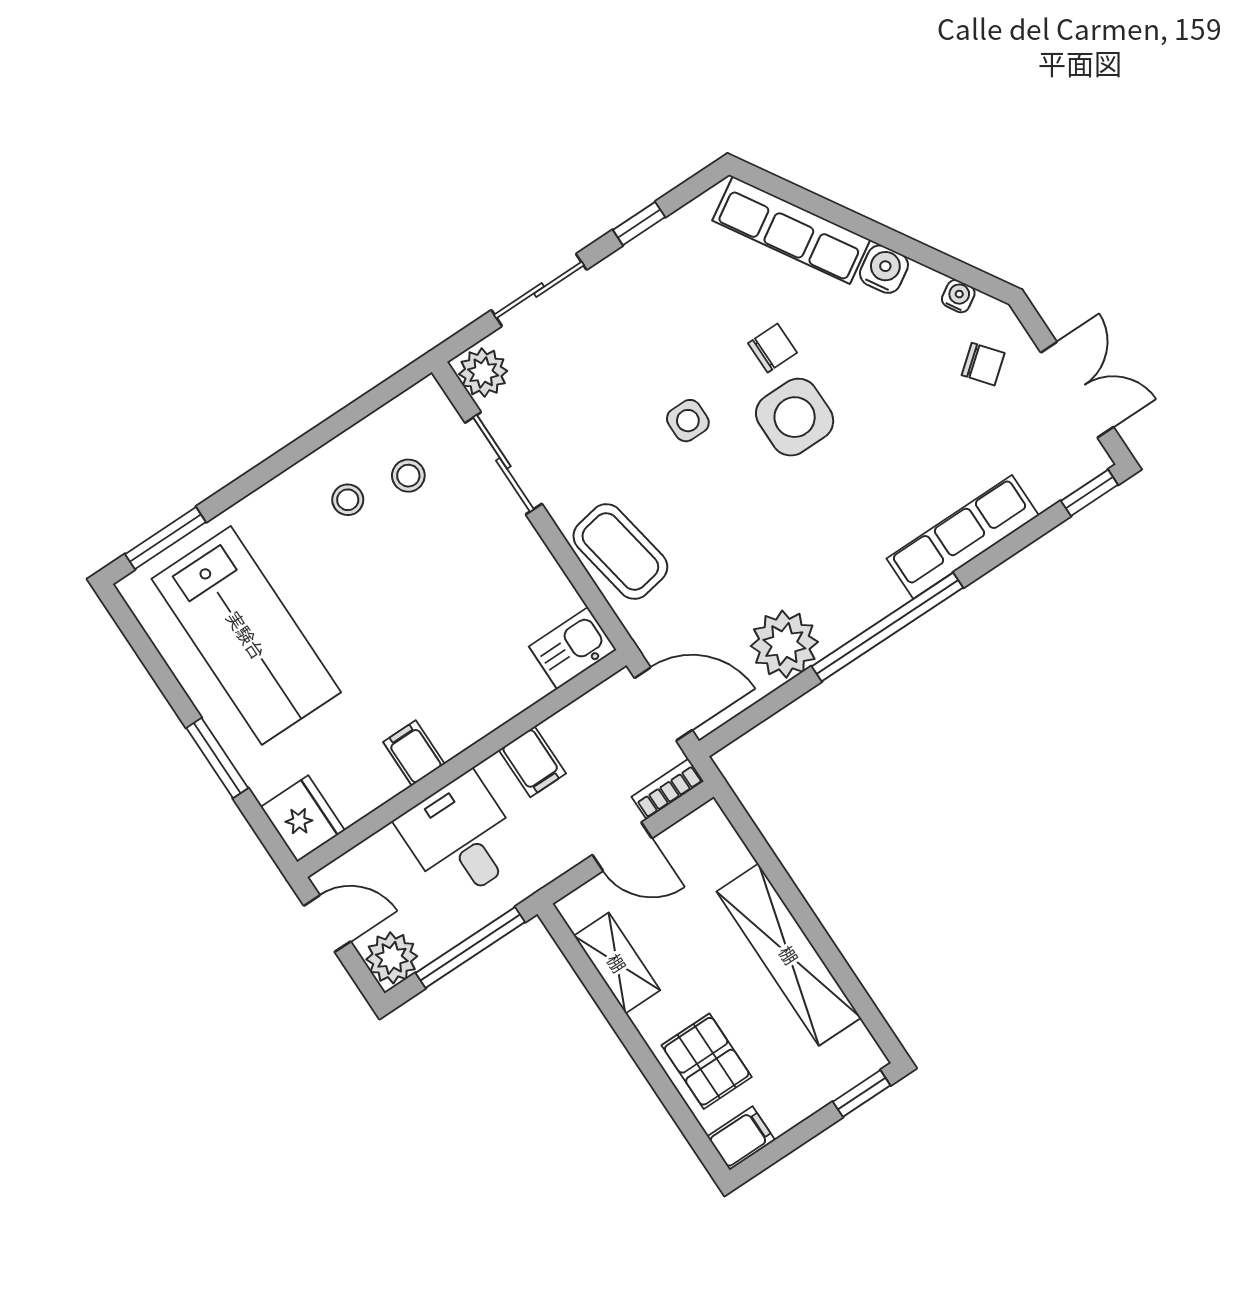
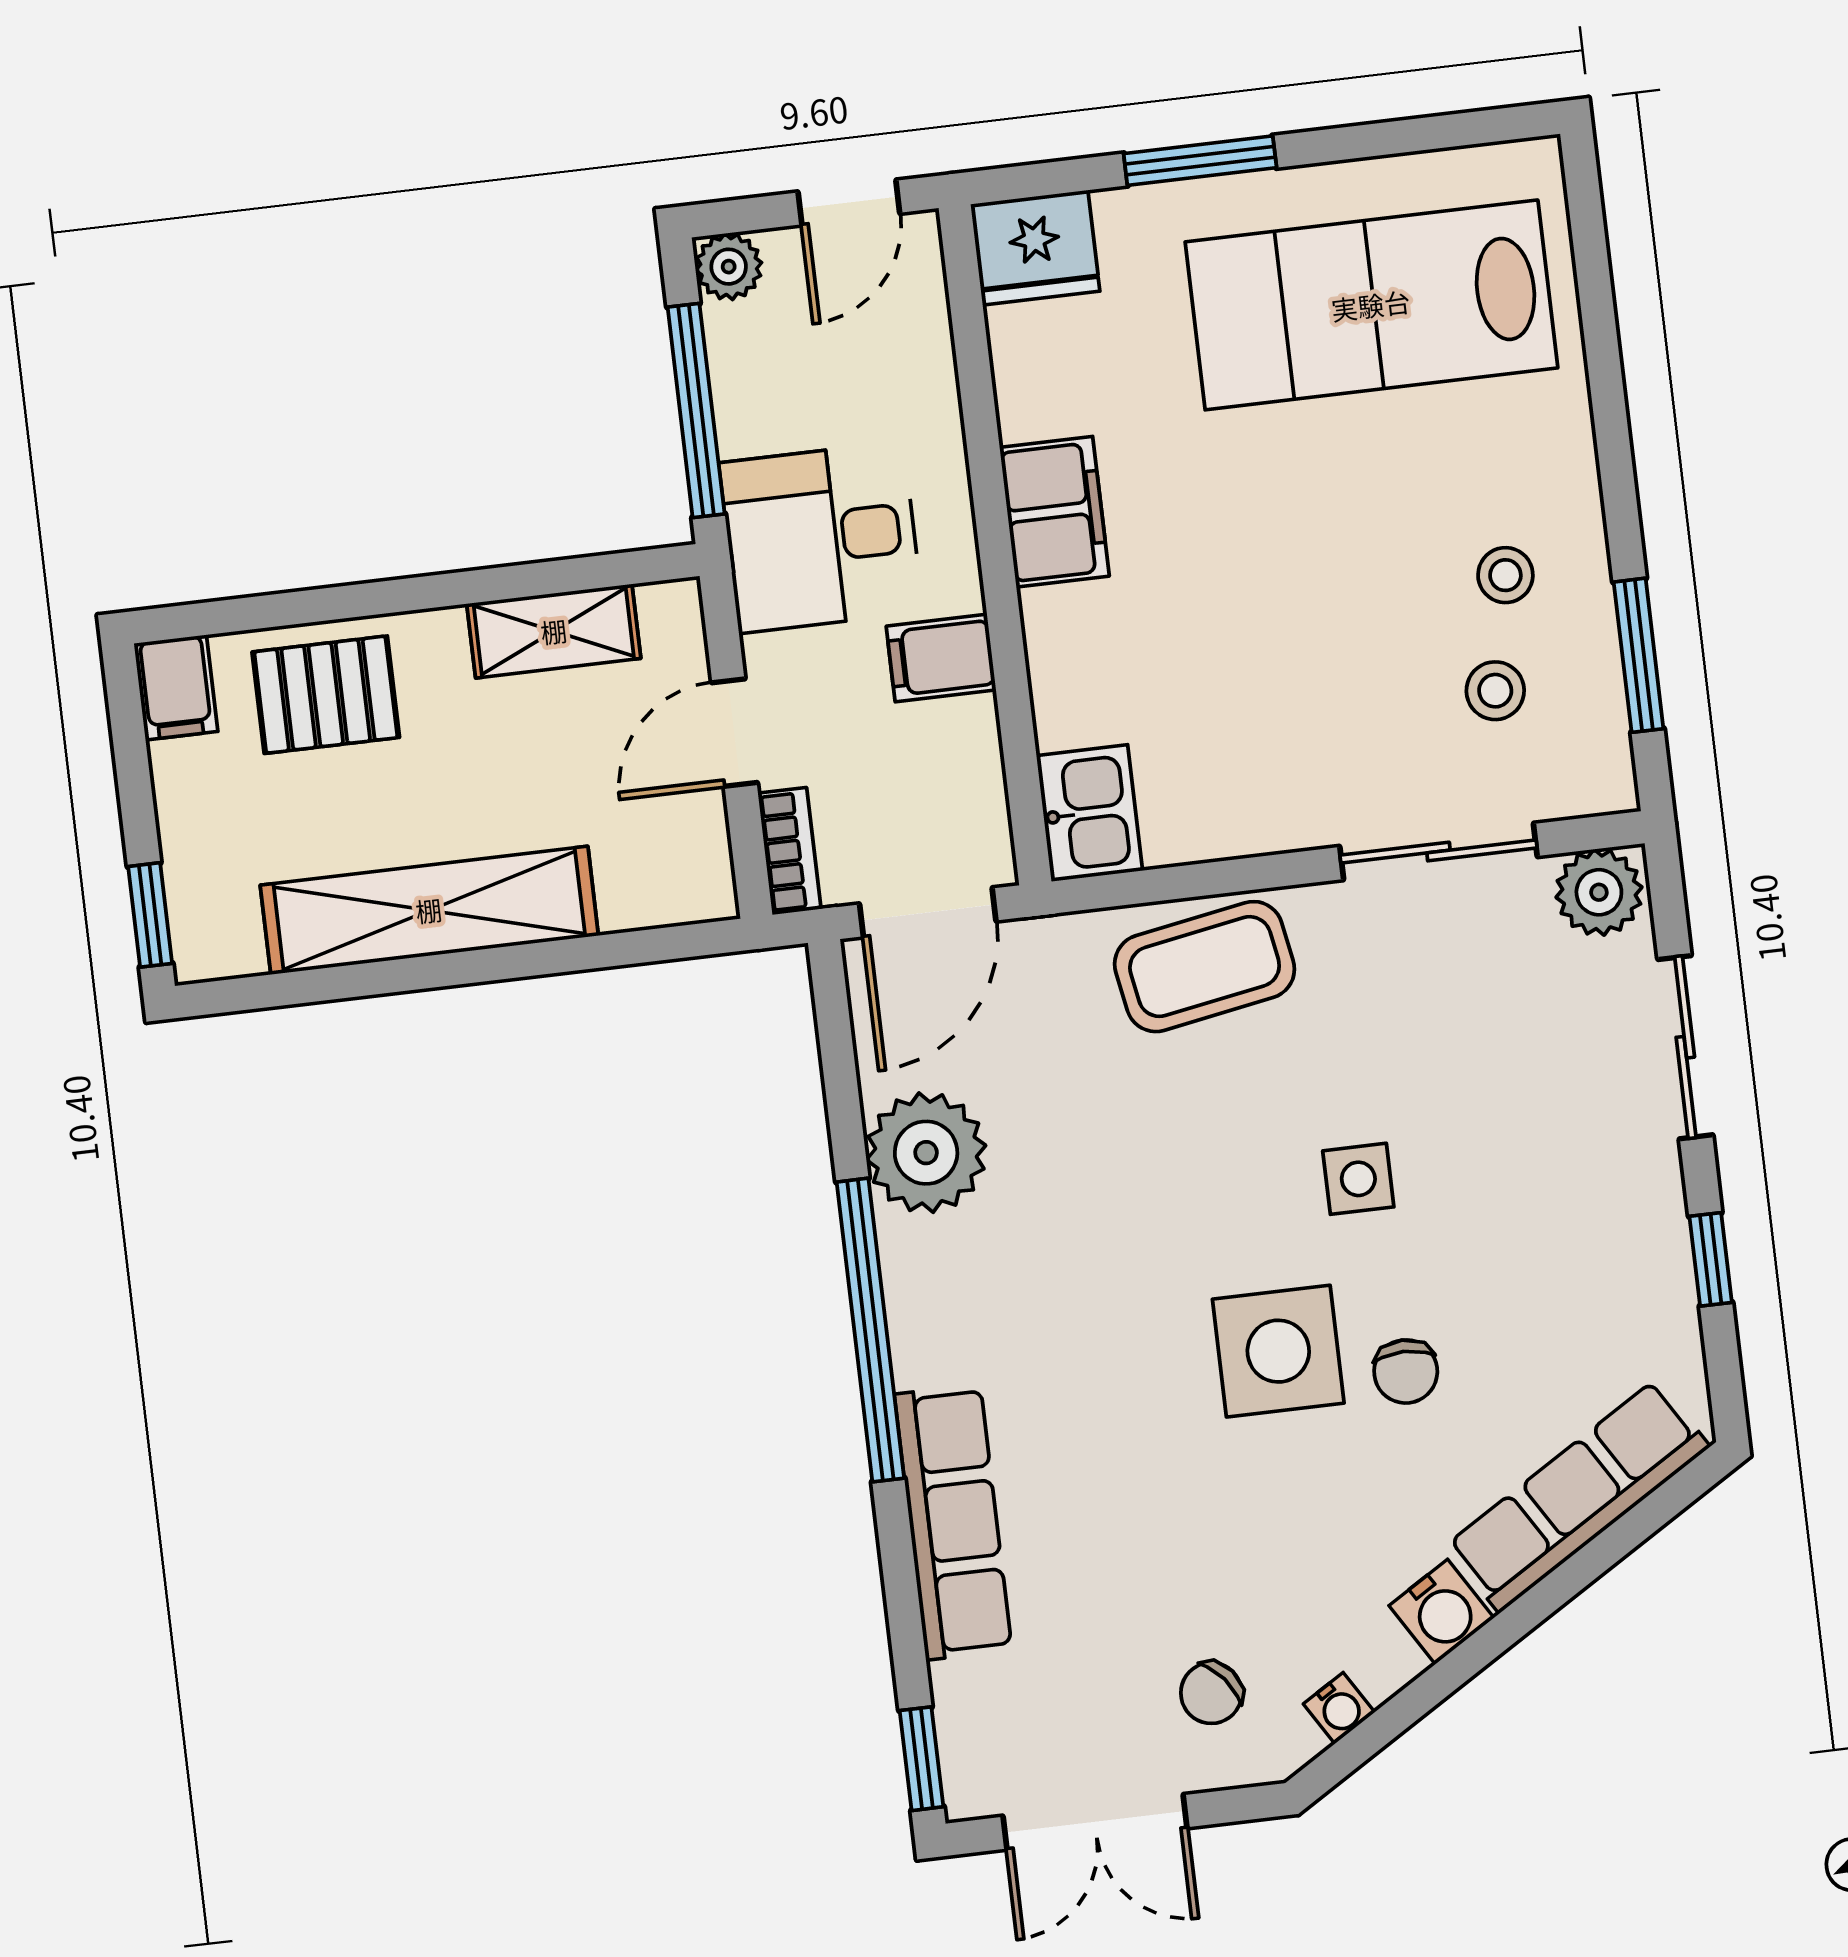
window: (166, 538) -> (1639, 655), moved
filing cabinet: (414, 753) -> (1054, 512), width x2.00
desk: (461, 838) -> (821, 537), moved, turned 180
plant: (392, 958) -> (729, 267), width x0.73, depth x0.73

